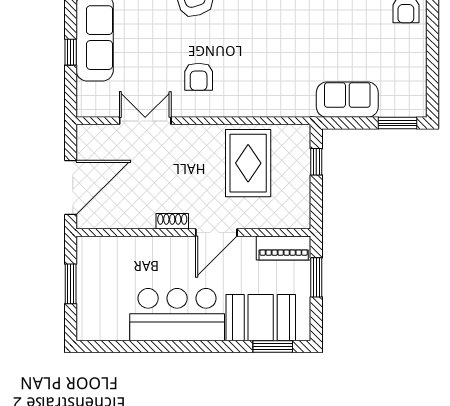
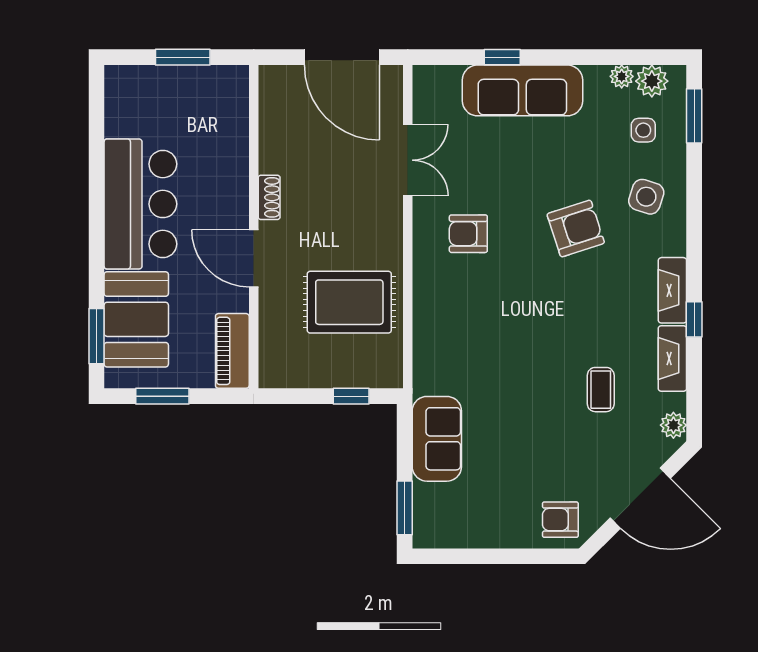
door: (71, 187) -> (342, 57), moved
window: (316, 277) -> (162, 396), moved

